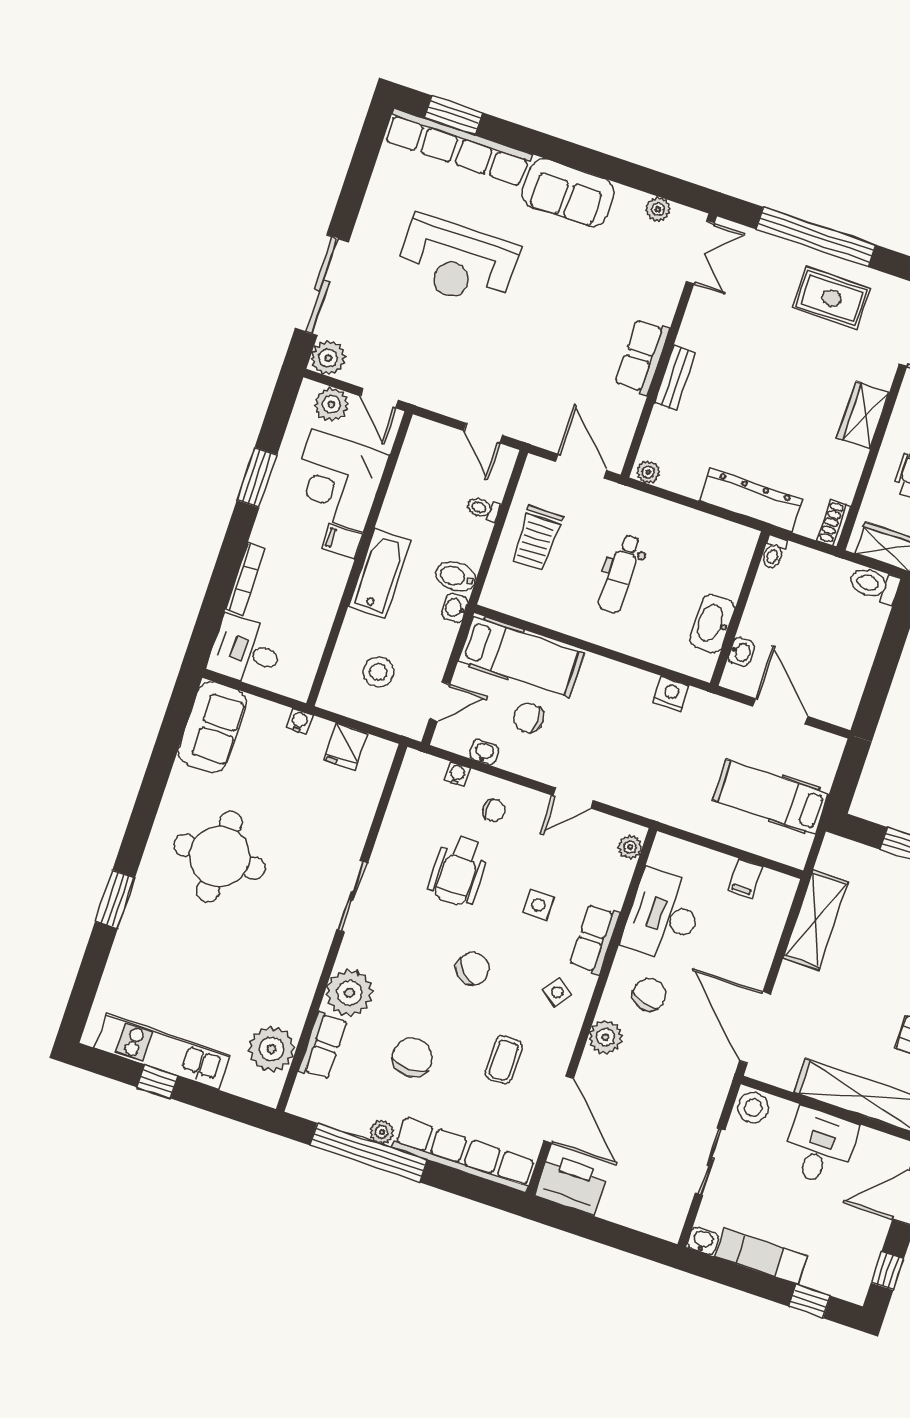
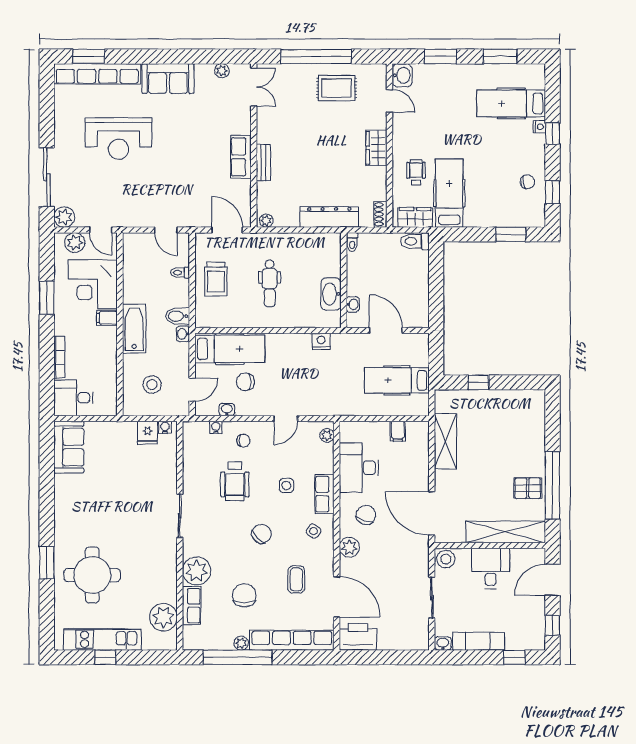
water cooler: (299, 721) -> (165, 427), moved
round table: (220, 857) -> (92, 575), moved

